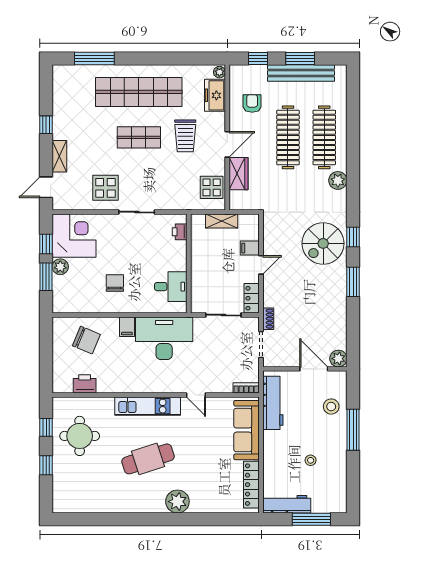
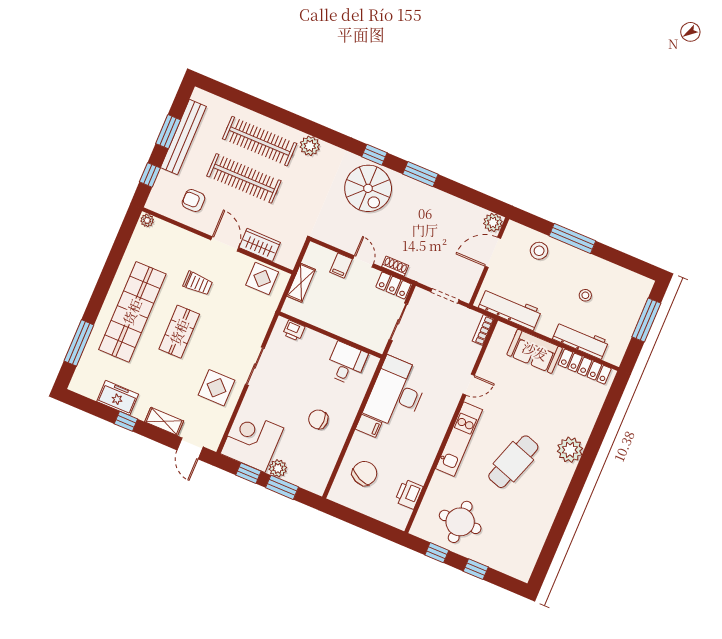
freezer: (215, 95) -> (118, 398), moved, turned 180
trolley: (185, 136) -> (198, 283), width x0.73, depth x0.72
shoe rack: (268, 319) -> (395, 266), moved
sofa: (247, 430) -> (535, 351), width x0.73
cafe table: (148, 459) -> (513, 462), turned 37
workbench: (287, 504) -> (581, 340), moved, turned 90

